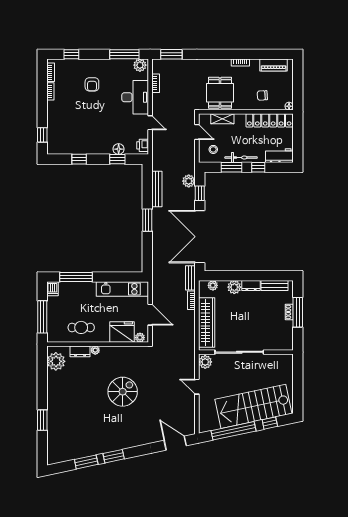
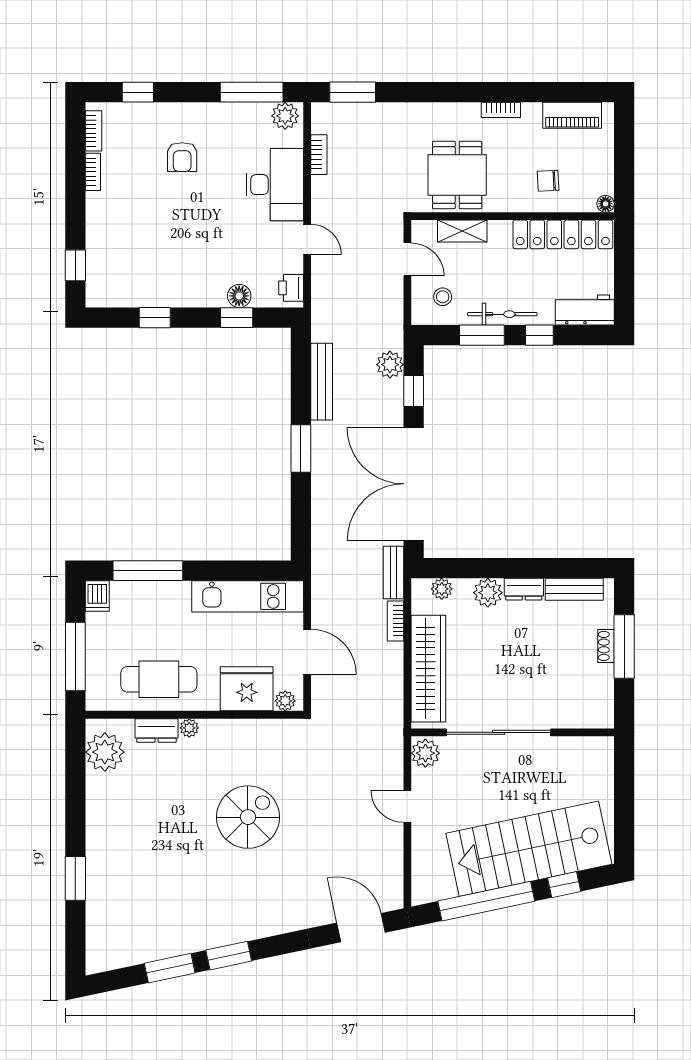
cafe table: (81, 327) -> (159, 679), width x1.37, depth x1.35

